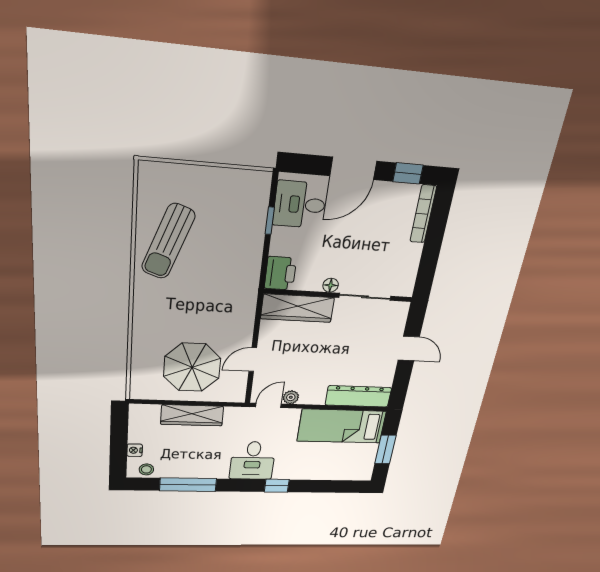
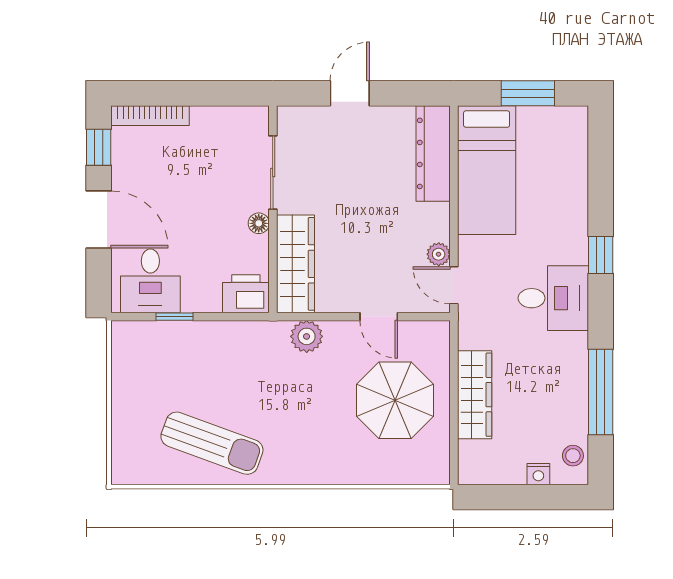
plant: (244, 313) -> (307, 336), added

